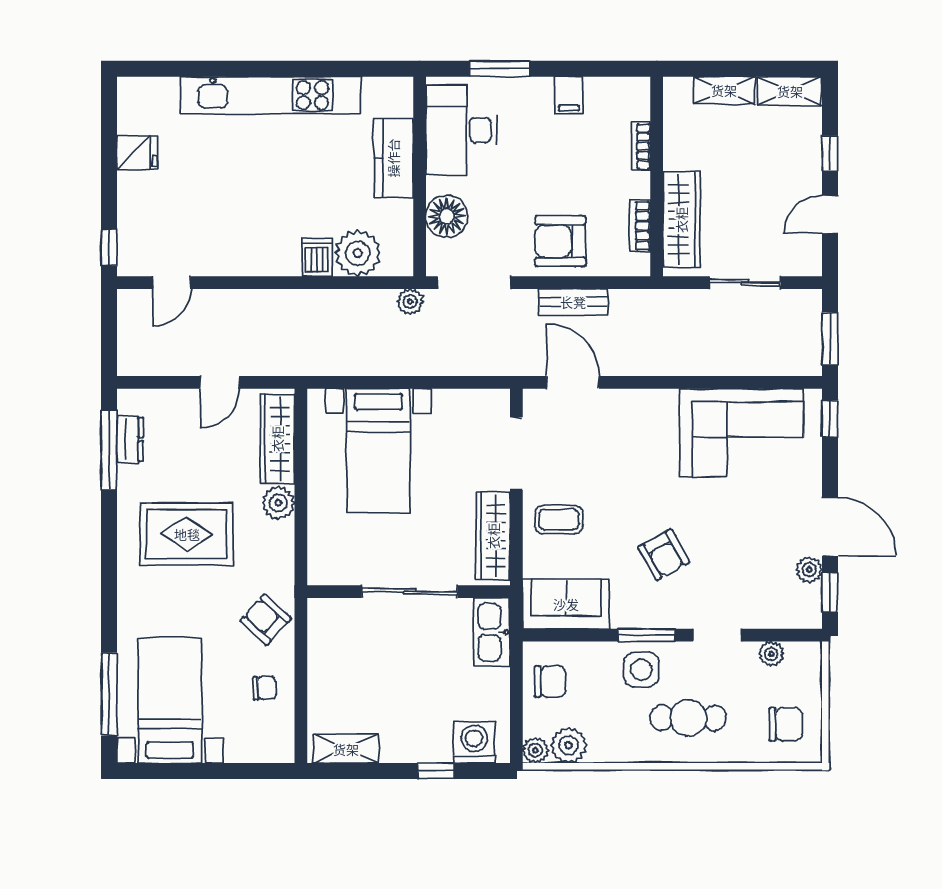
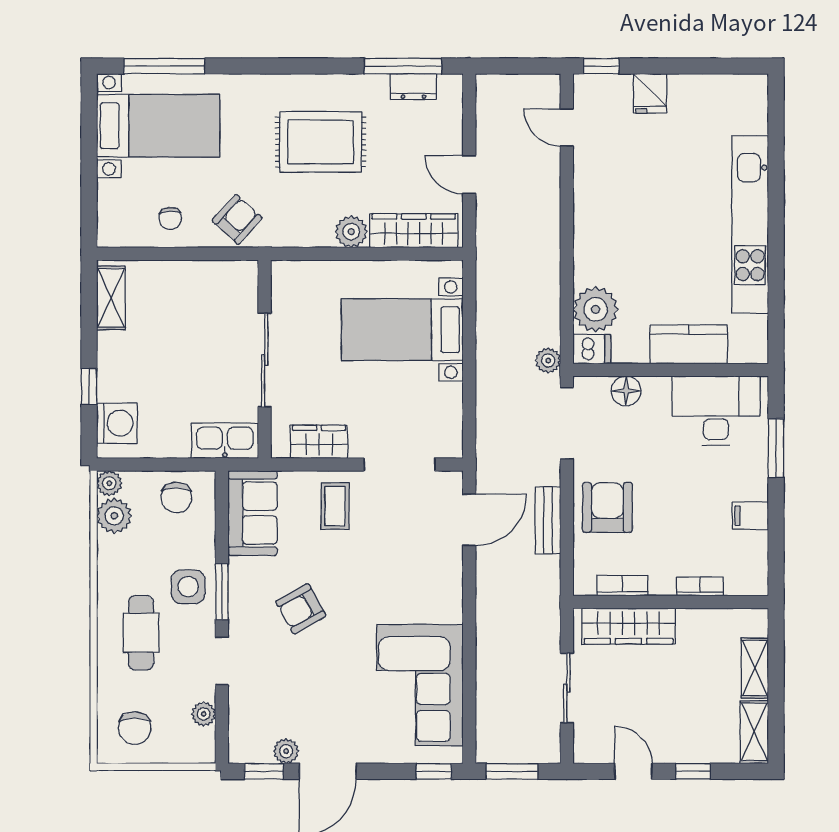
fridge: (137, 152) -> (650, 94), moved
floor lamp: (447, 216) -> (626, 391), width x0.73, depth x0.73
dishwasher: (317, 257) -> (592, 349), moved
rug: (187, 534) -> (321, 142), turned 90
wardrobe: (493, 536) -> (319, 442), width x0.67

